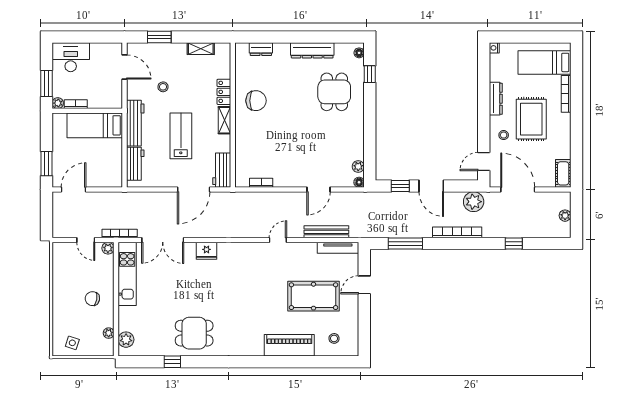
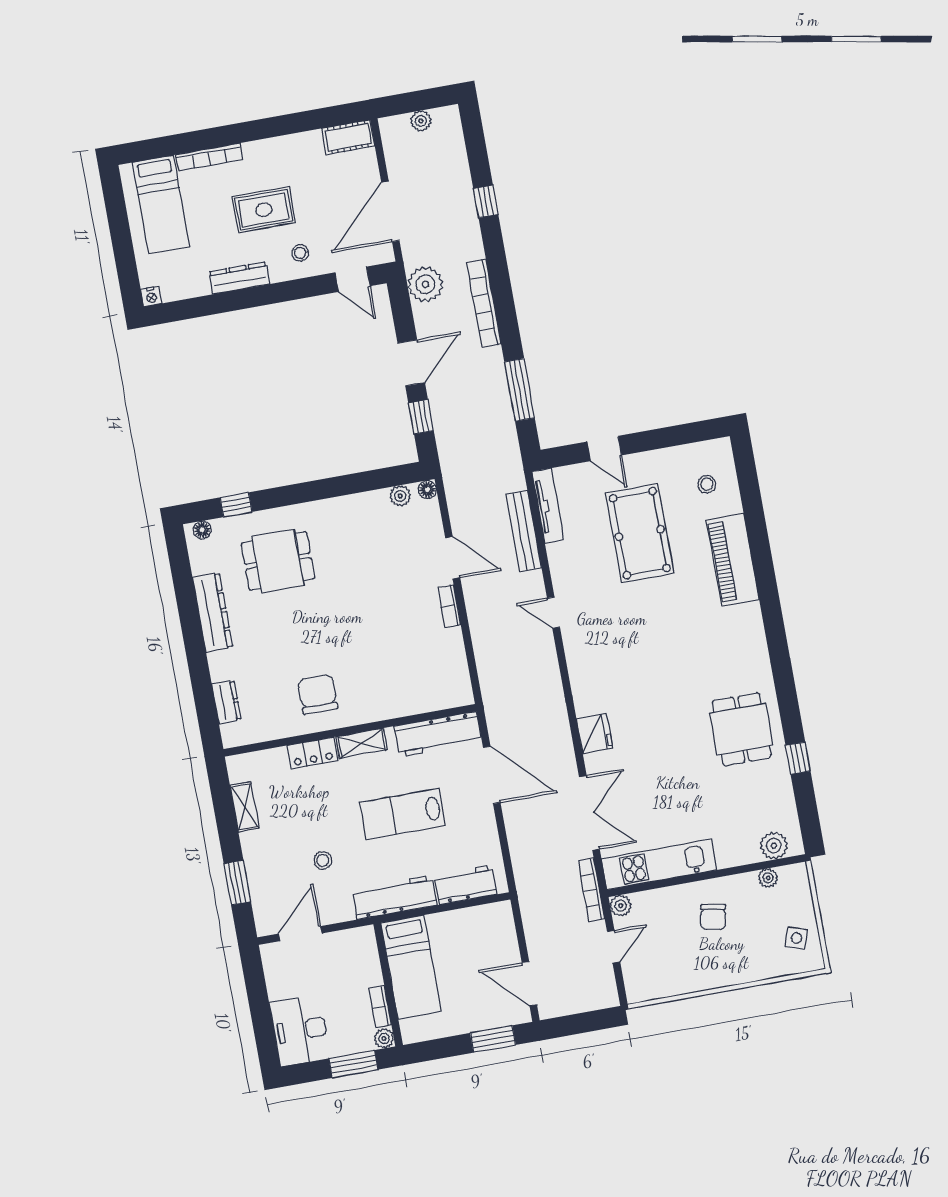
rug: (531, 119) -> (264, 210), width x0.73, depth x0.70
workbench: (222, 170) -> (438, 734), width x1.38
bookcase: (261, 183) -> (449, 606), moved

